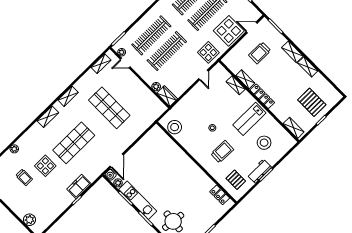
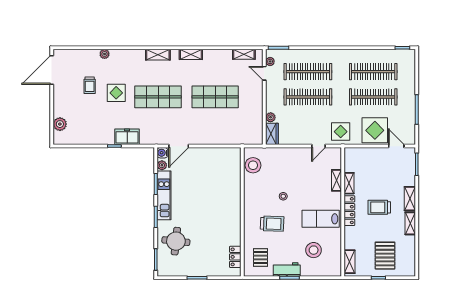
trolley: (260, 53) -> (379, 207), moved
shop shelf: (109, 108) -> (215, 97), turned 90

